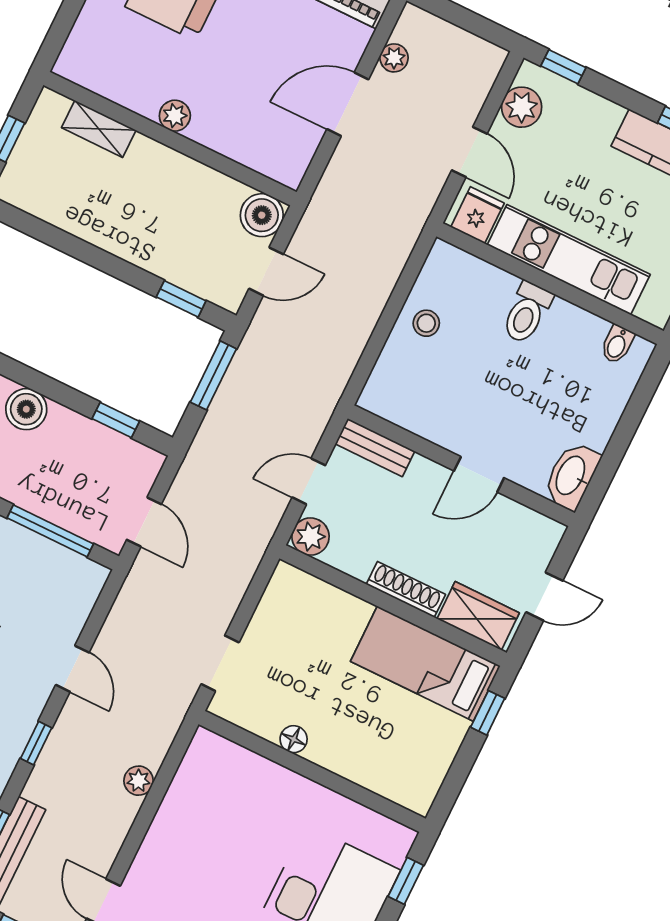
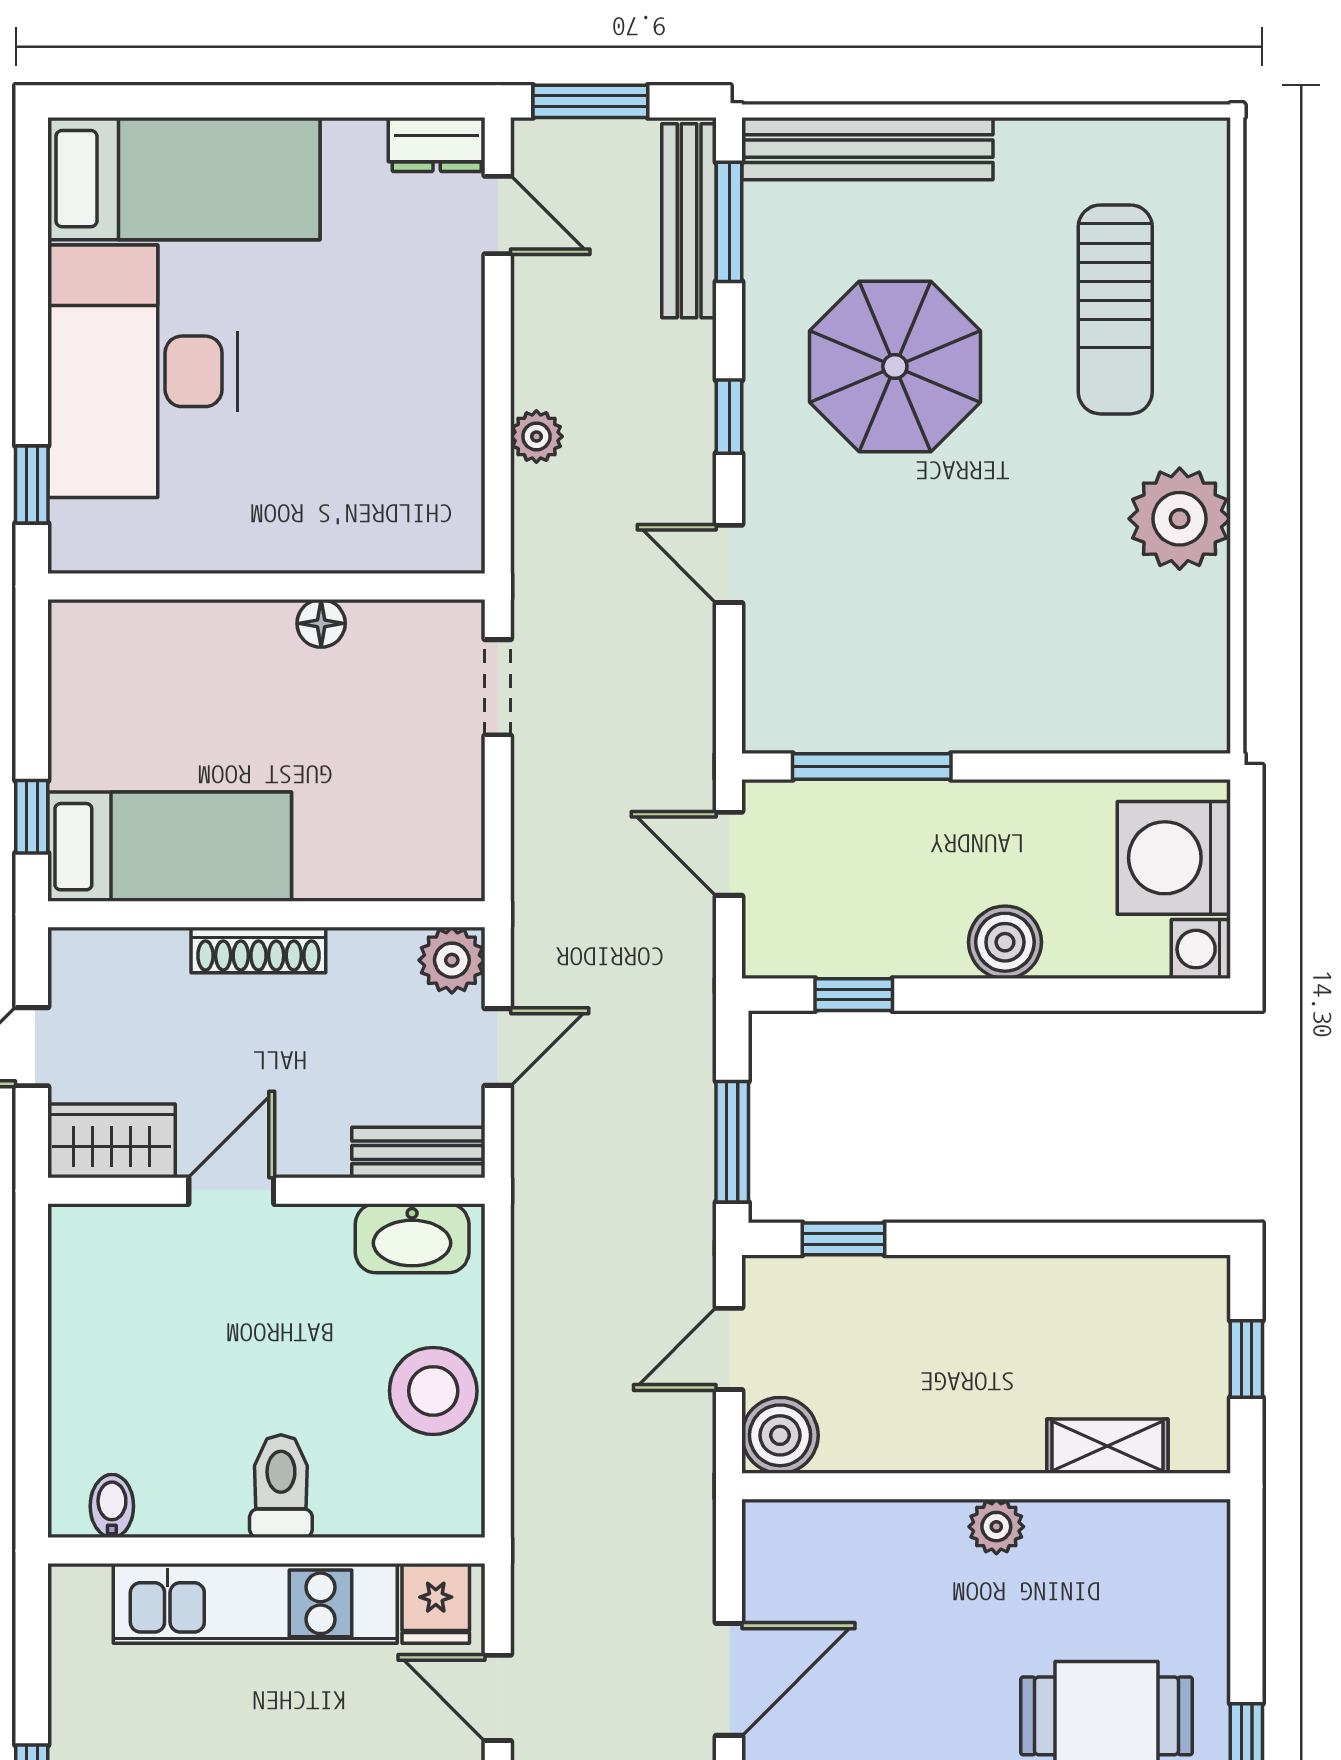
stool: (426, 323) -> (433, 1391), width x1.89, depth x1.89
washbasin: (571, 476) -> (412, 1238), moved, turned 90
wardrobe: (478, 616) -> (112, 1141), moved, turned 180

